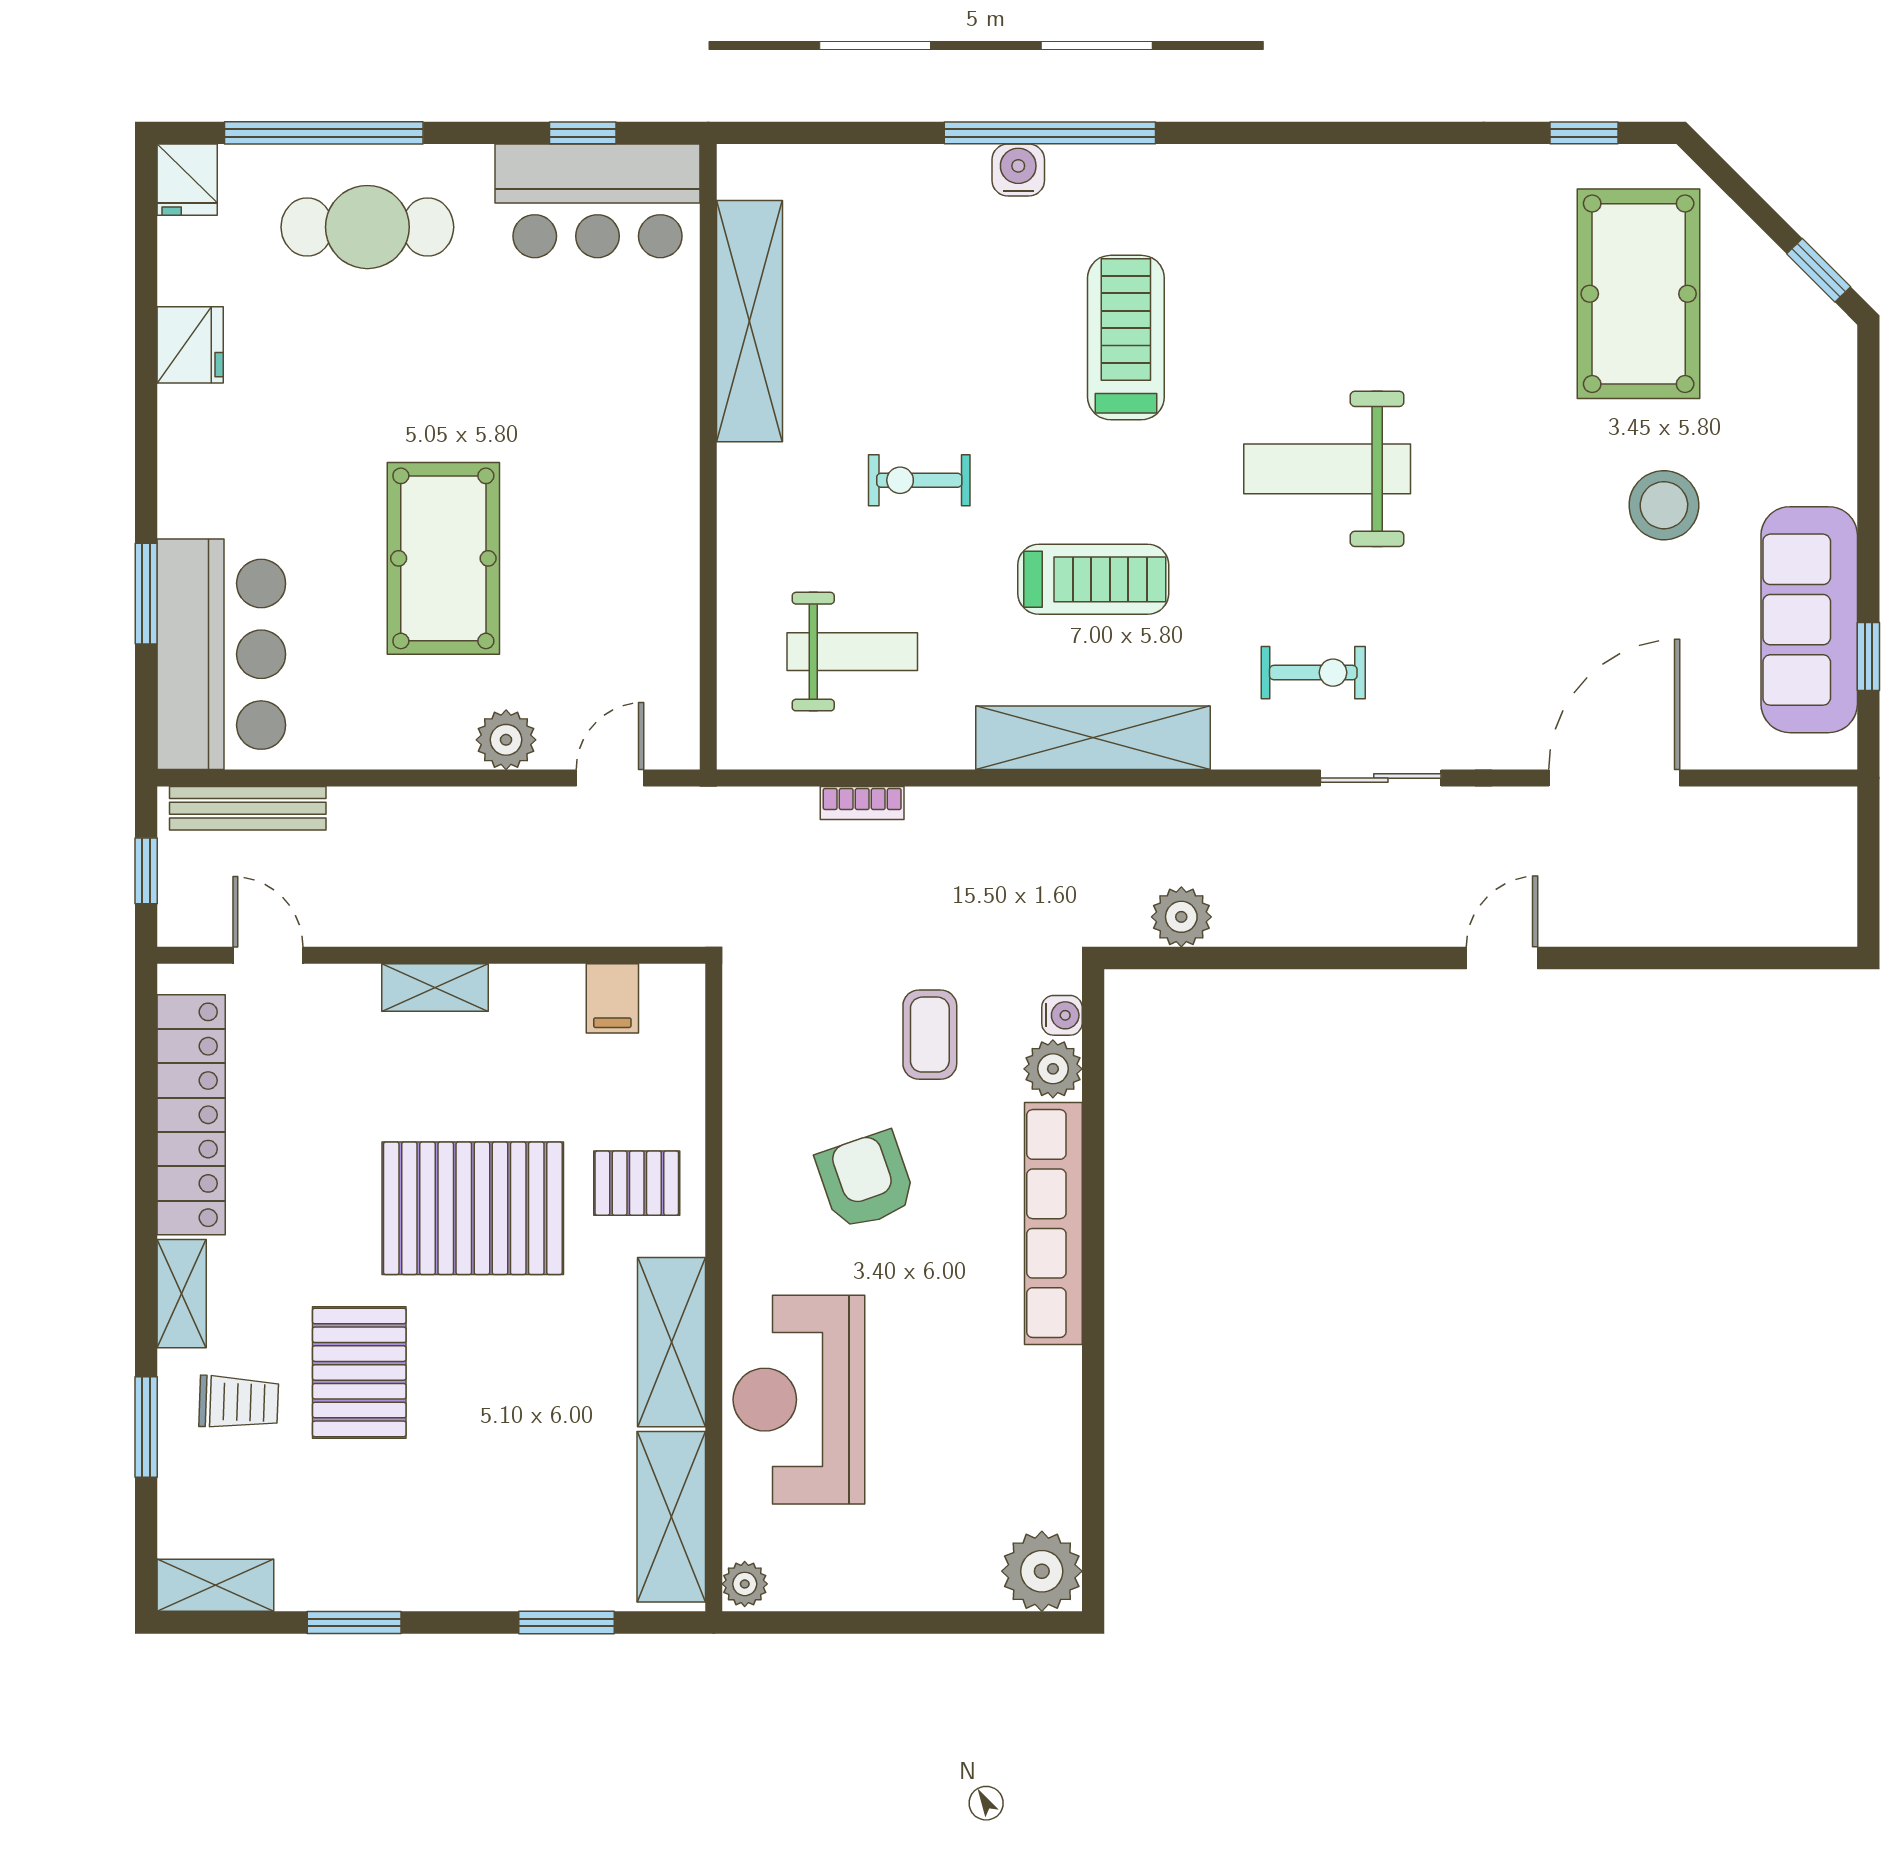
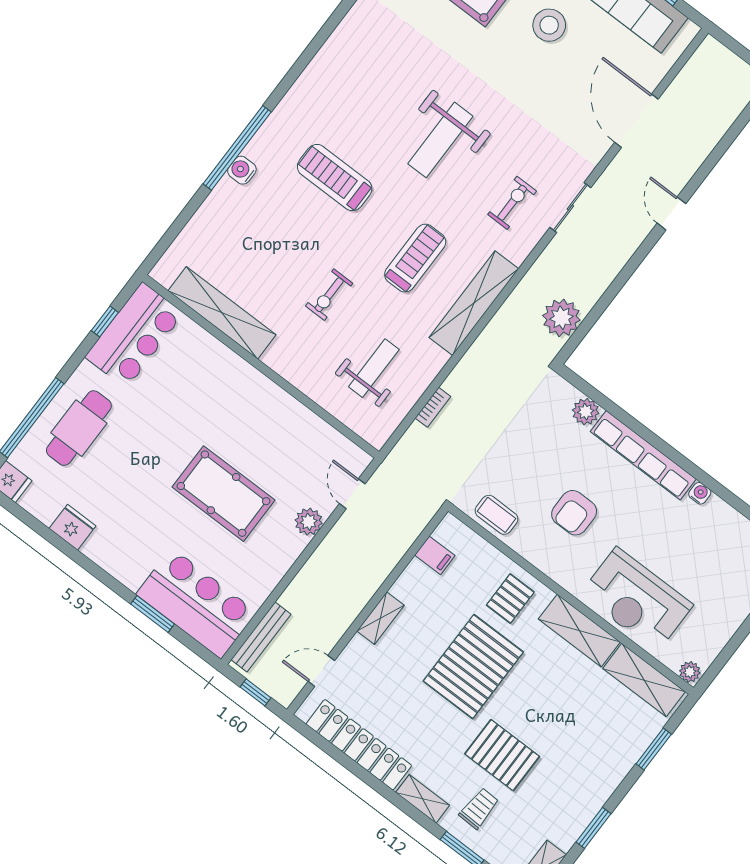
plant: (1181, 917) -> (561, 318), width x1.36, depth x1.36
water cooler: (1062, 1015) -> (700, 493), moved
coffee table: (930, 1035) -> (496, 515), moved
armchair: (866, 1180) -> (574, 513), turned -71

